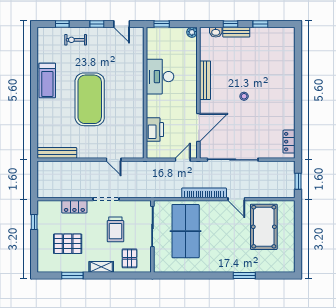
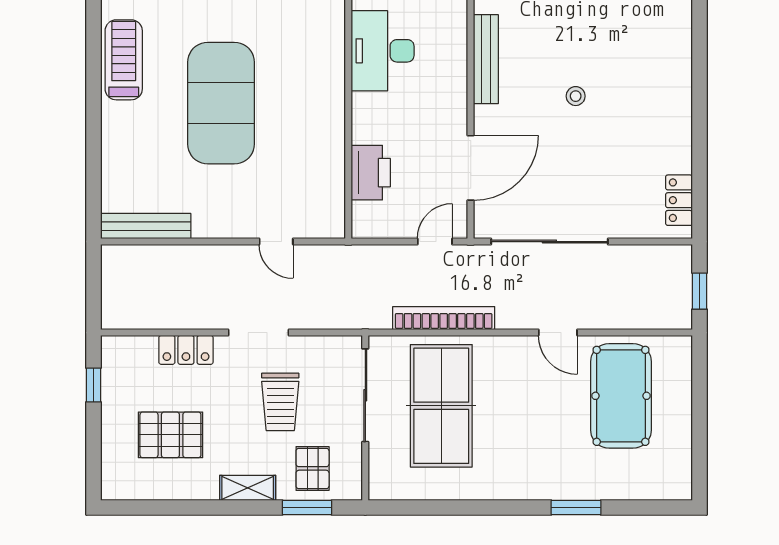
treadmill: (47, 80) -> (124, 60), turned 180
bookcase: (204, 193) -> (444, 318), moved
window: (72, 275) -> (307, 508), moved

